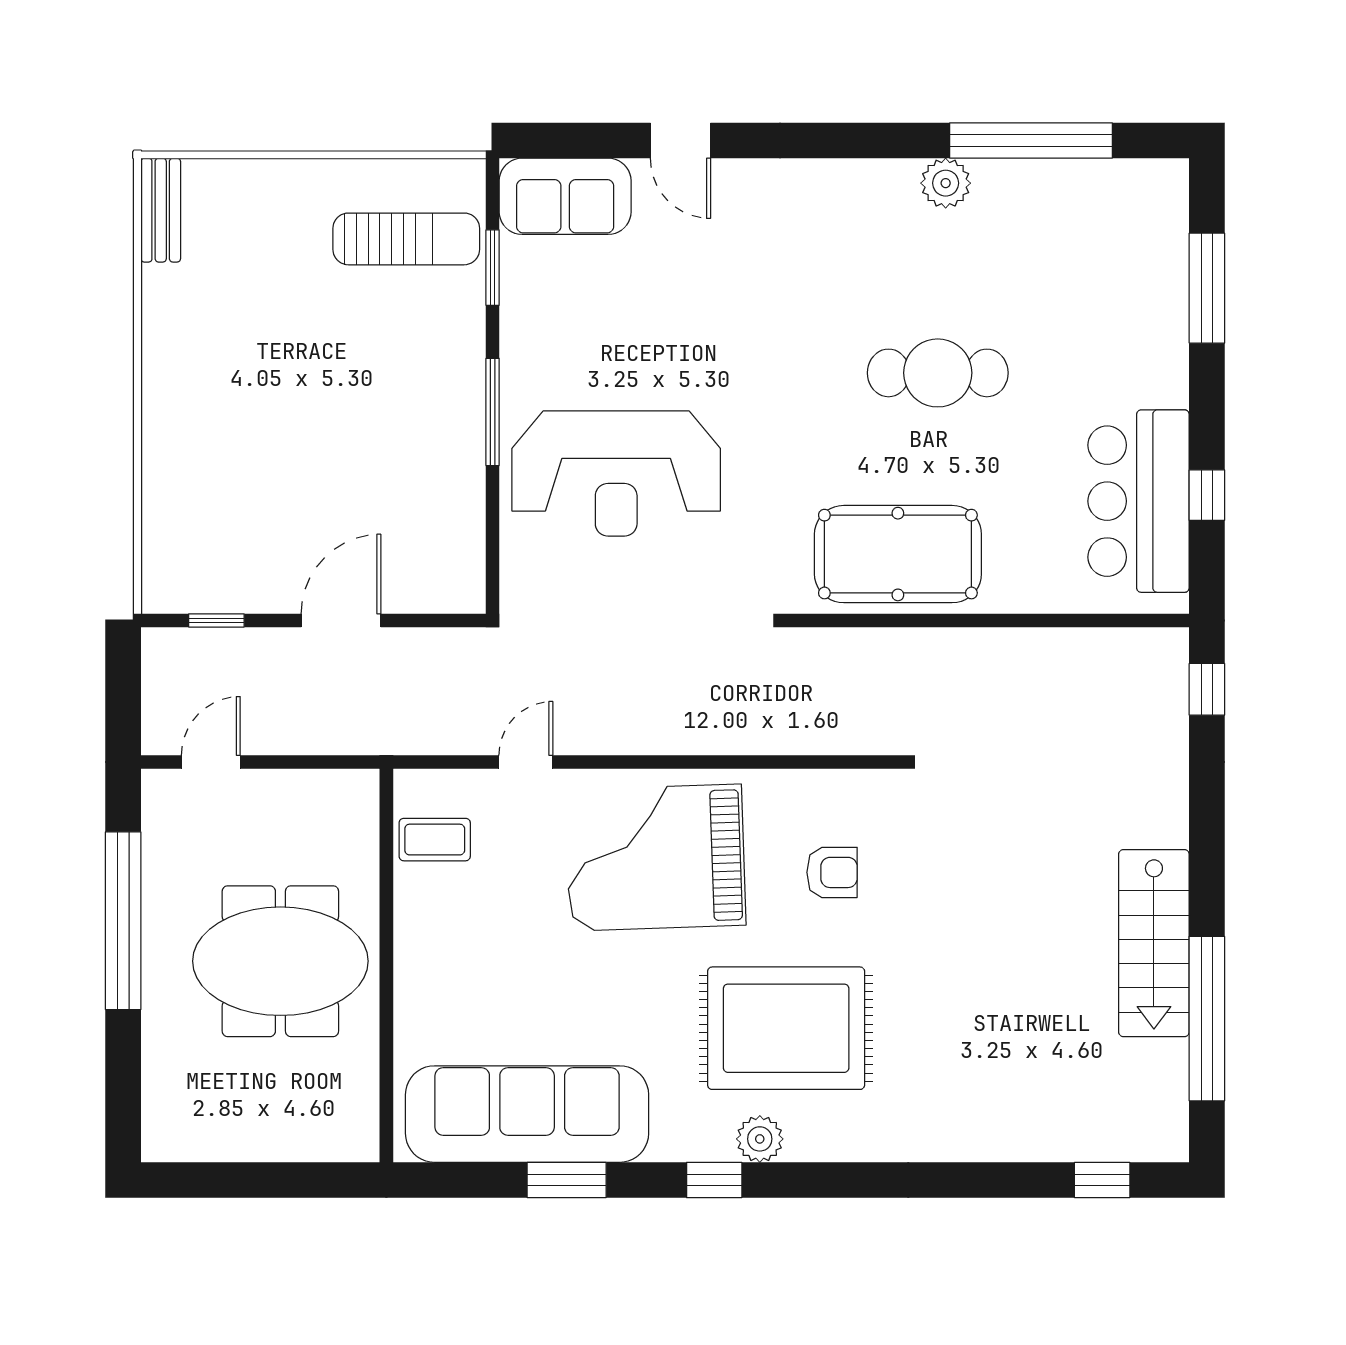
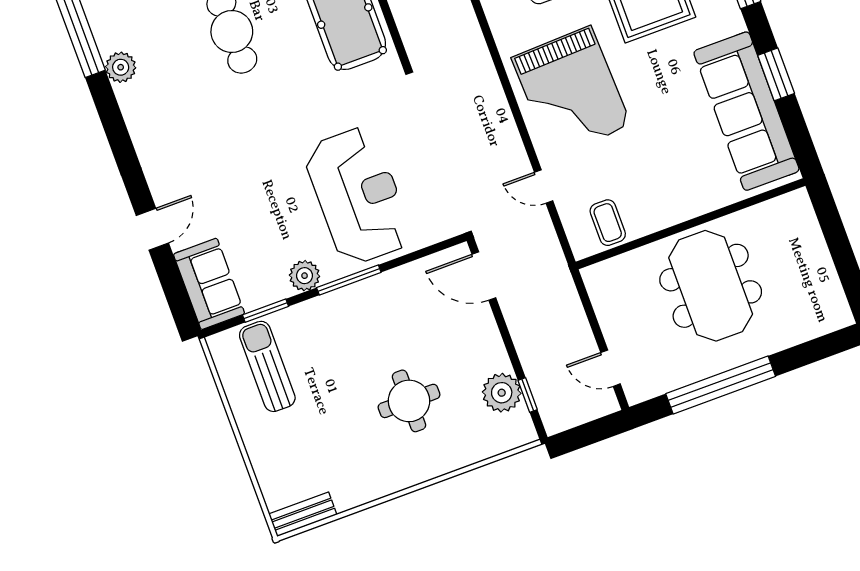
plant: (524, 347) -> (305, 276), added
round table: (274, 436) -> (409, 401), added
plant: (235, 582) -> (502, 393), added
door: (341, 620) -> (484, 276), moved

